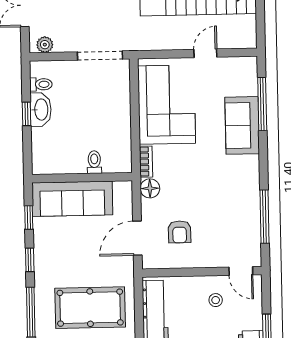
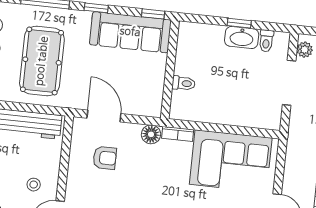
doorway: (100, 56) -> (289, 83), moved
sofa: (72, 199) -> (130, 32), moved, turned -90
window: (29, 218) -> (153, 14), moved
armchair: (180, 232) -> (105, 158), turned 180

